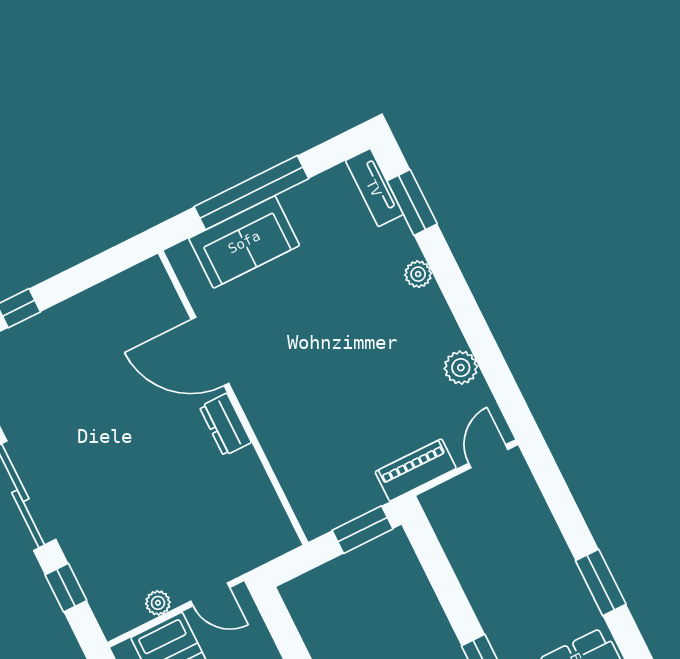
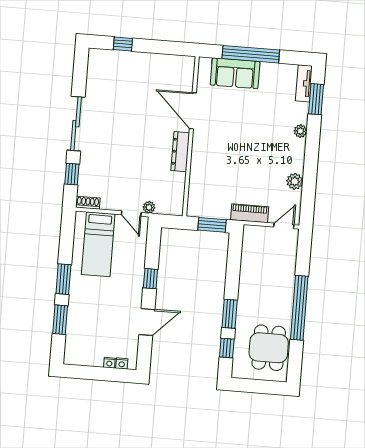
dresser: (225, 425) -> (180, 152), width x1.44
window: (601, 582) -> (299, 308), width x2.11
plant: (158, 603) -> (149, 207), moved
shoe rack: (124, 621) -> (88, 203), added

